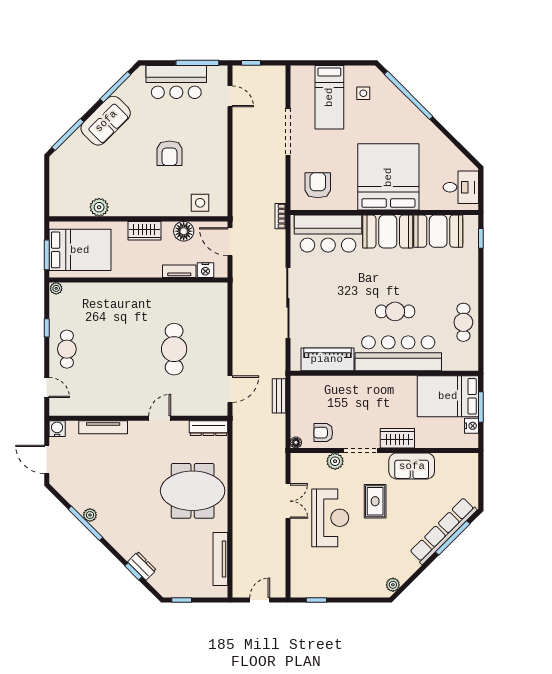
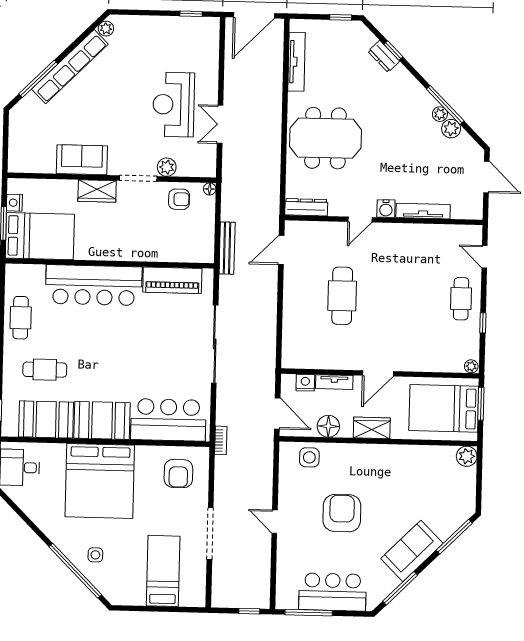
side table: (363, 93) -> (95, 555), moved
door: (230, 96) -> (275, 522), moved
armchair: (170, 153) -> (342, 513), width x1.36, depth x1.36
plant: (99, 207) -> (467, 456), moved
door: (140, 280) -> (378, 373), added
cafe table: (395, 311) -> (45, 370), moved
bench: (279, 396) -> (227, 248), width x1.36
water cooler: (57, 429) -> (386, 209), moved
rug: (375, 501) -> (123, 122), removed
plant: (80, 502) -> (451, 129), added
row of seats: (443, 531) -> (70, 67), moved
door: (260, 600) -> (254, 15), width x1.88

